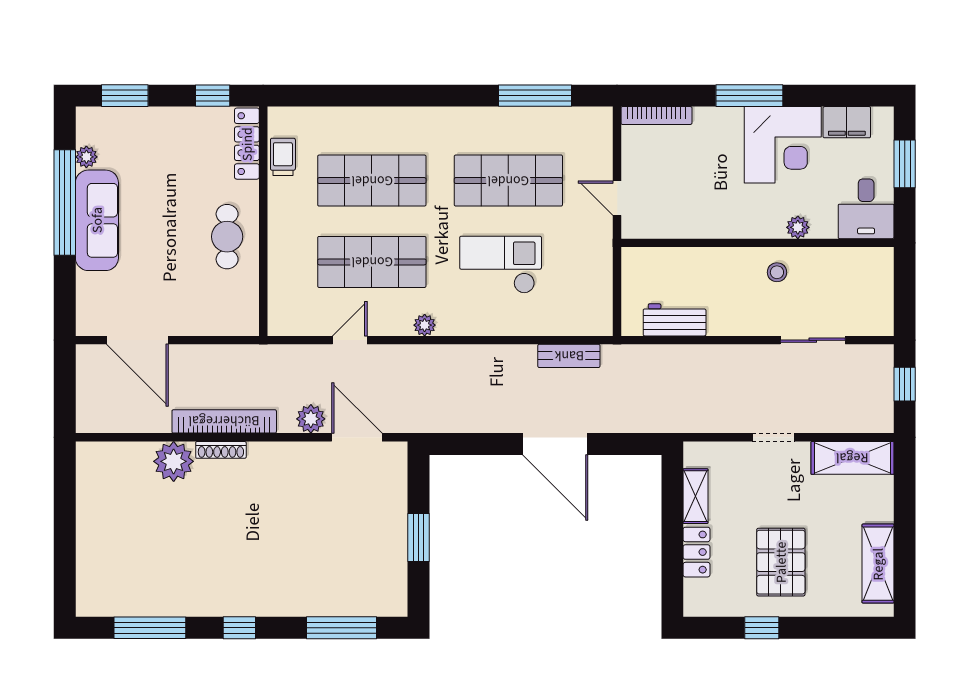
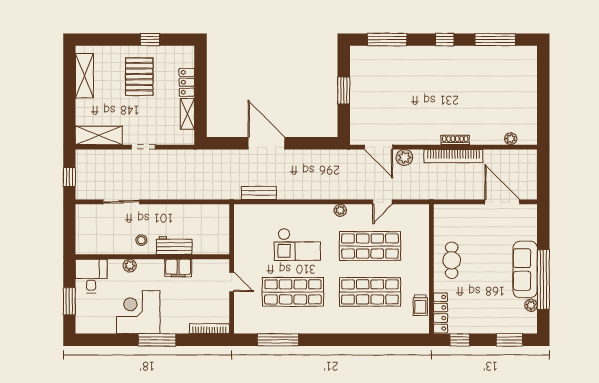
filing cabinet: (847, 122) -> (178, 268), moved, turned 180
workbench: (675, 320) -> (174, 245), moved, turned 180
plant: (174, 461) -> (511, 139), moved, width x0.53, depth x0.53

